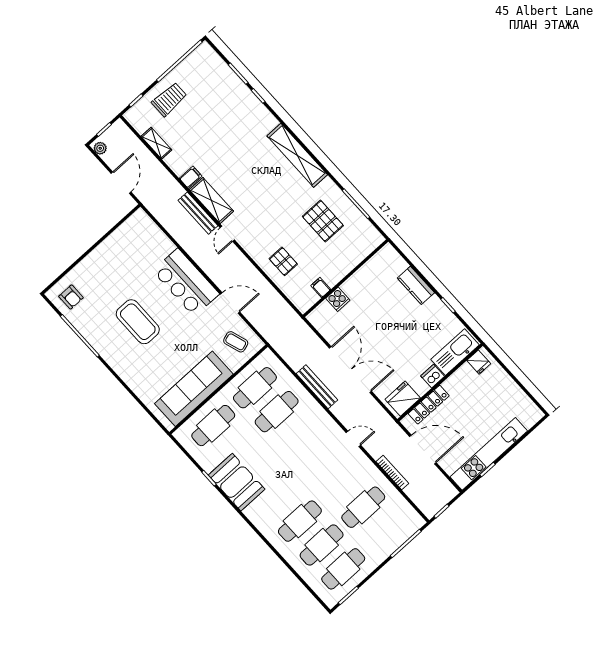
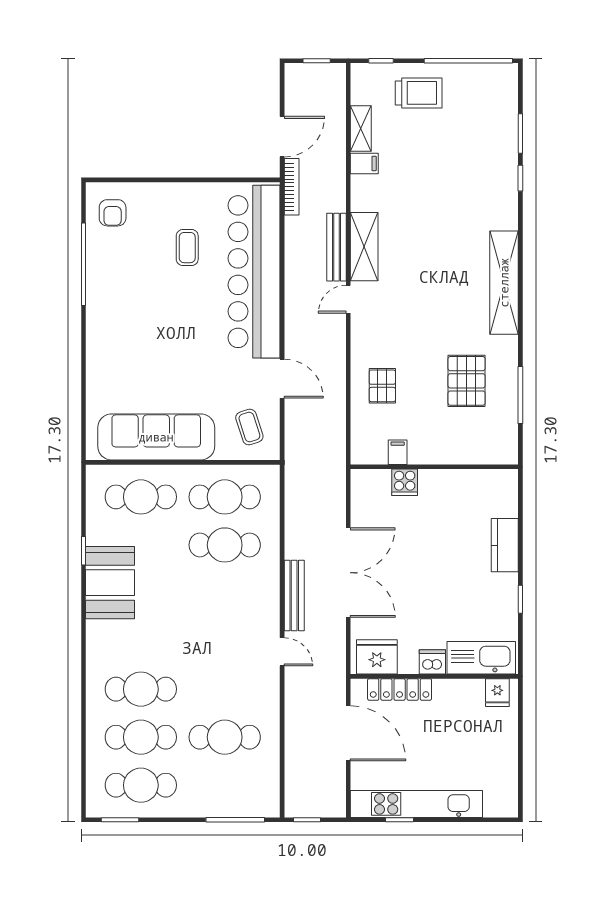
plant: (100, 148) -> (294, 78), removed
filing cabinet: (191, 177) -> (364, 163), moved
bar counter: (186, 282) -> (254, 272), width x1.86
coffee table: (138, 322) -> (187, 248), moved, width x0.54, depth x0.58
bench: (317, 387) -> (294, 595), moved
bookcase: (392, 472) -> (292, 187), moved

